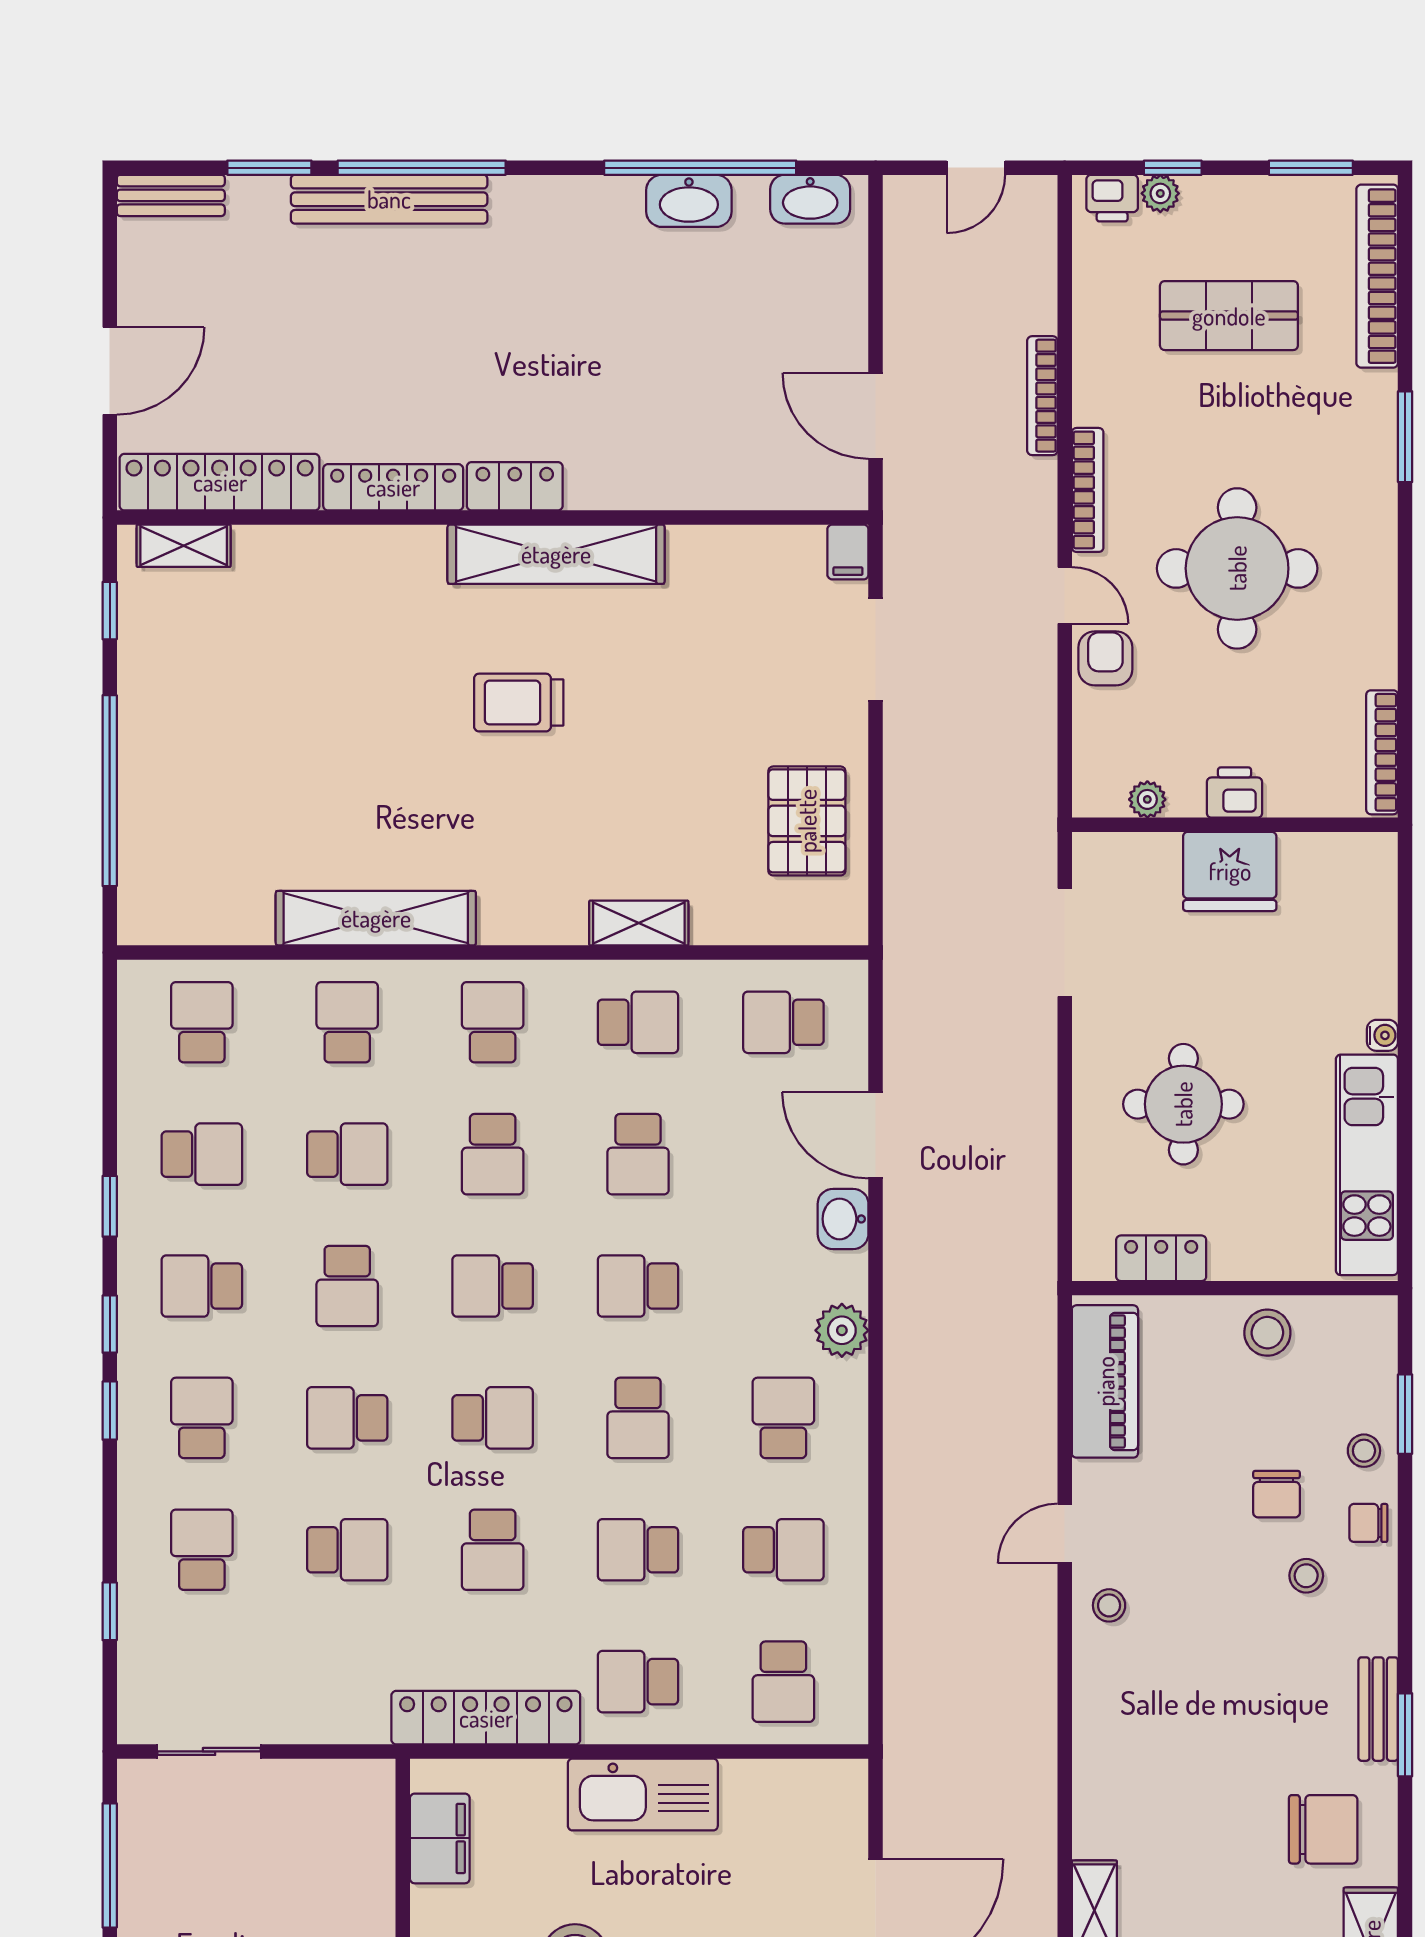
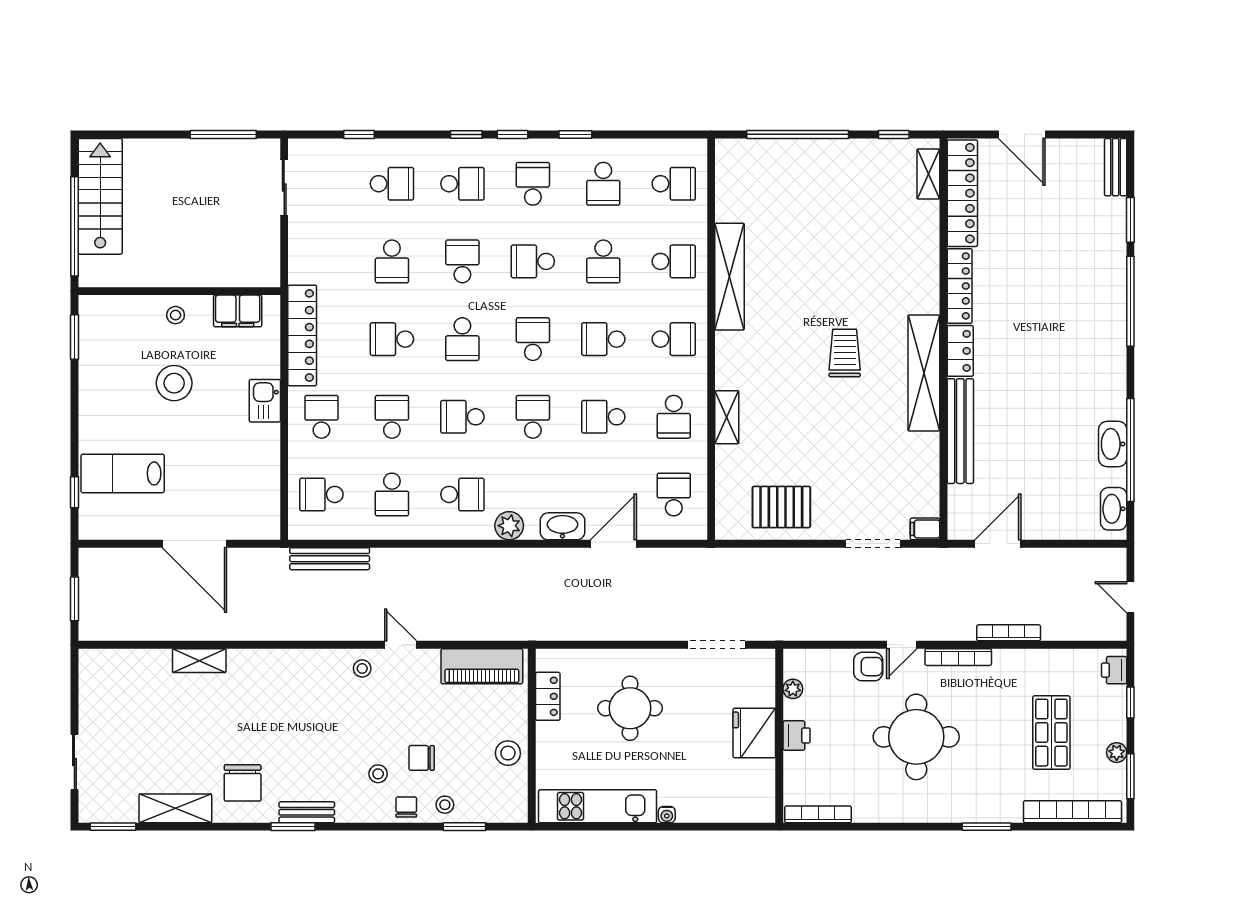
plant: (1160, 193) -> (1117, 753), moved
bench: (389, 199) -> (960, 431), moved
washbasin: (843, 1219) -> (563, 526), width x1.38
bench: (903, 1666) -> (330, 559), added
kitchen sink: (643, 1795) -> (265, 401), width x0.53, depth x0.81

